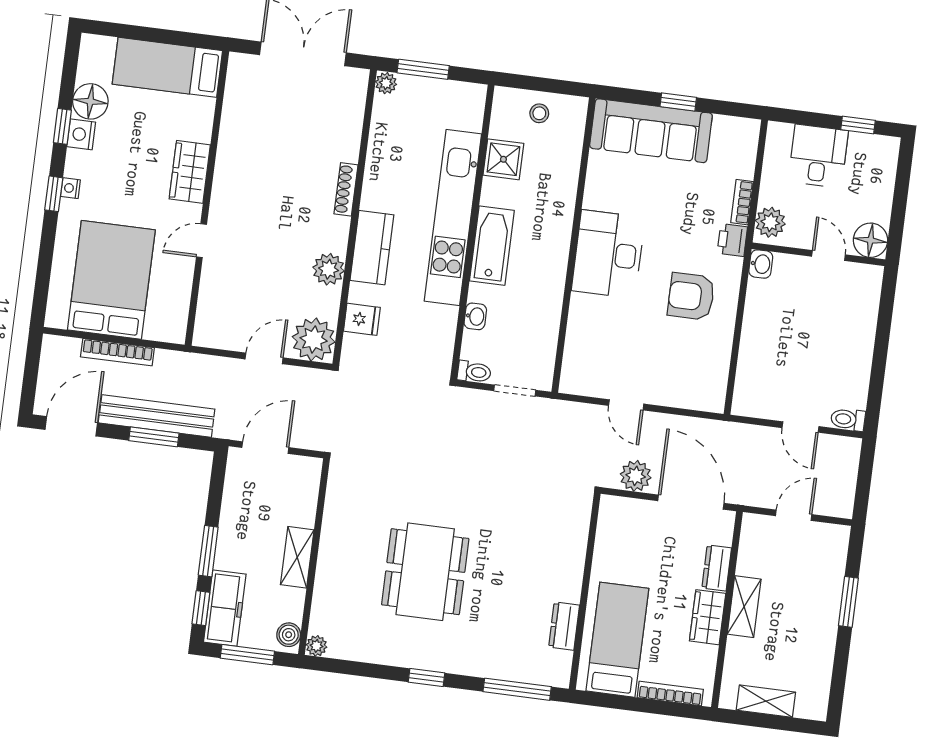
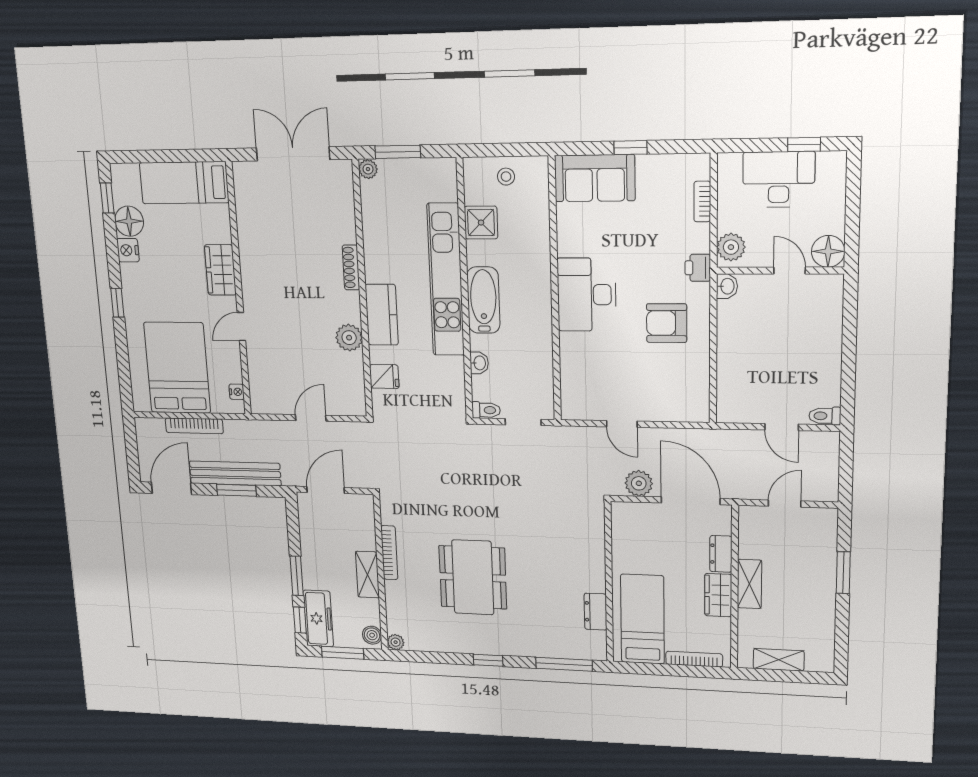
window: (62, 126) -> (107, 198), moved
sofa: (651, 131) -> (595, 178), width x0.73
desk: (818, 156) -> (779, 179), width x1.37
nightstand: (70, 188) -> (237, 392), moved, turned 180
bookcase: (742, 202) -> (702, 202), moved
plant: (314, 339) -> (348, 398), removed
bookcase: (329, 532) -> (389, 553), added

